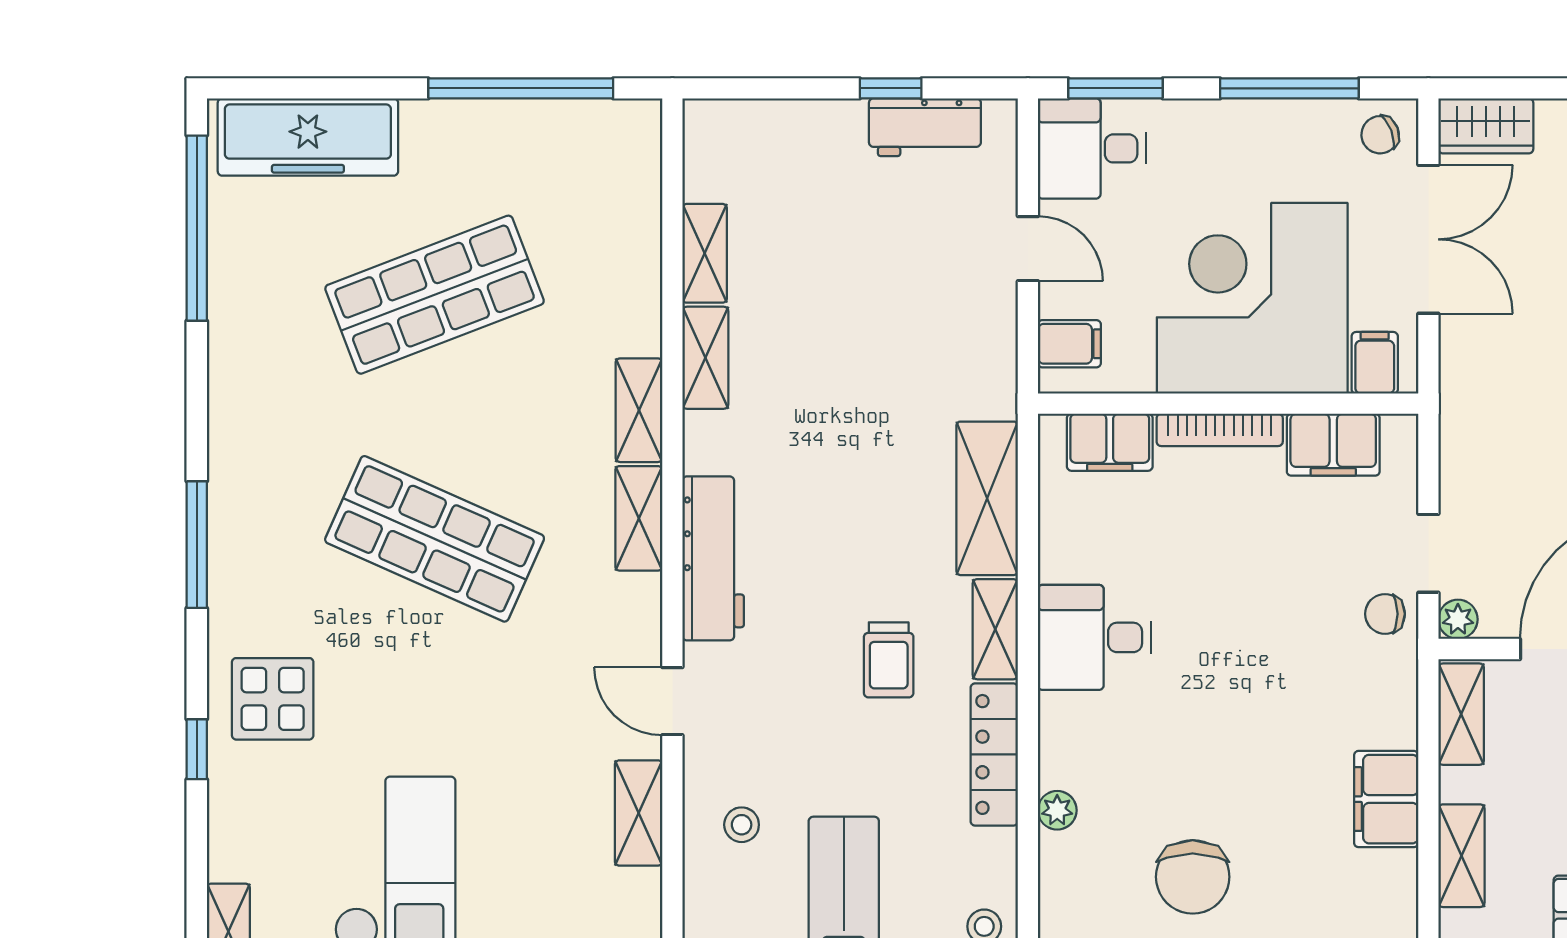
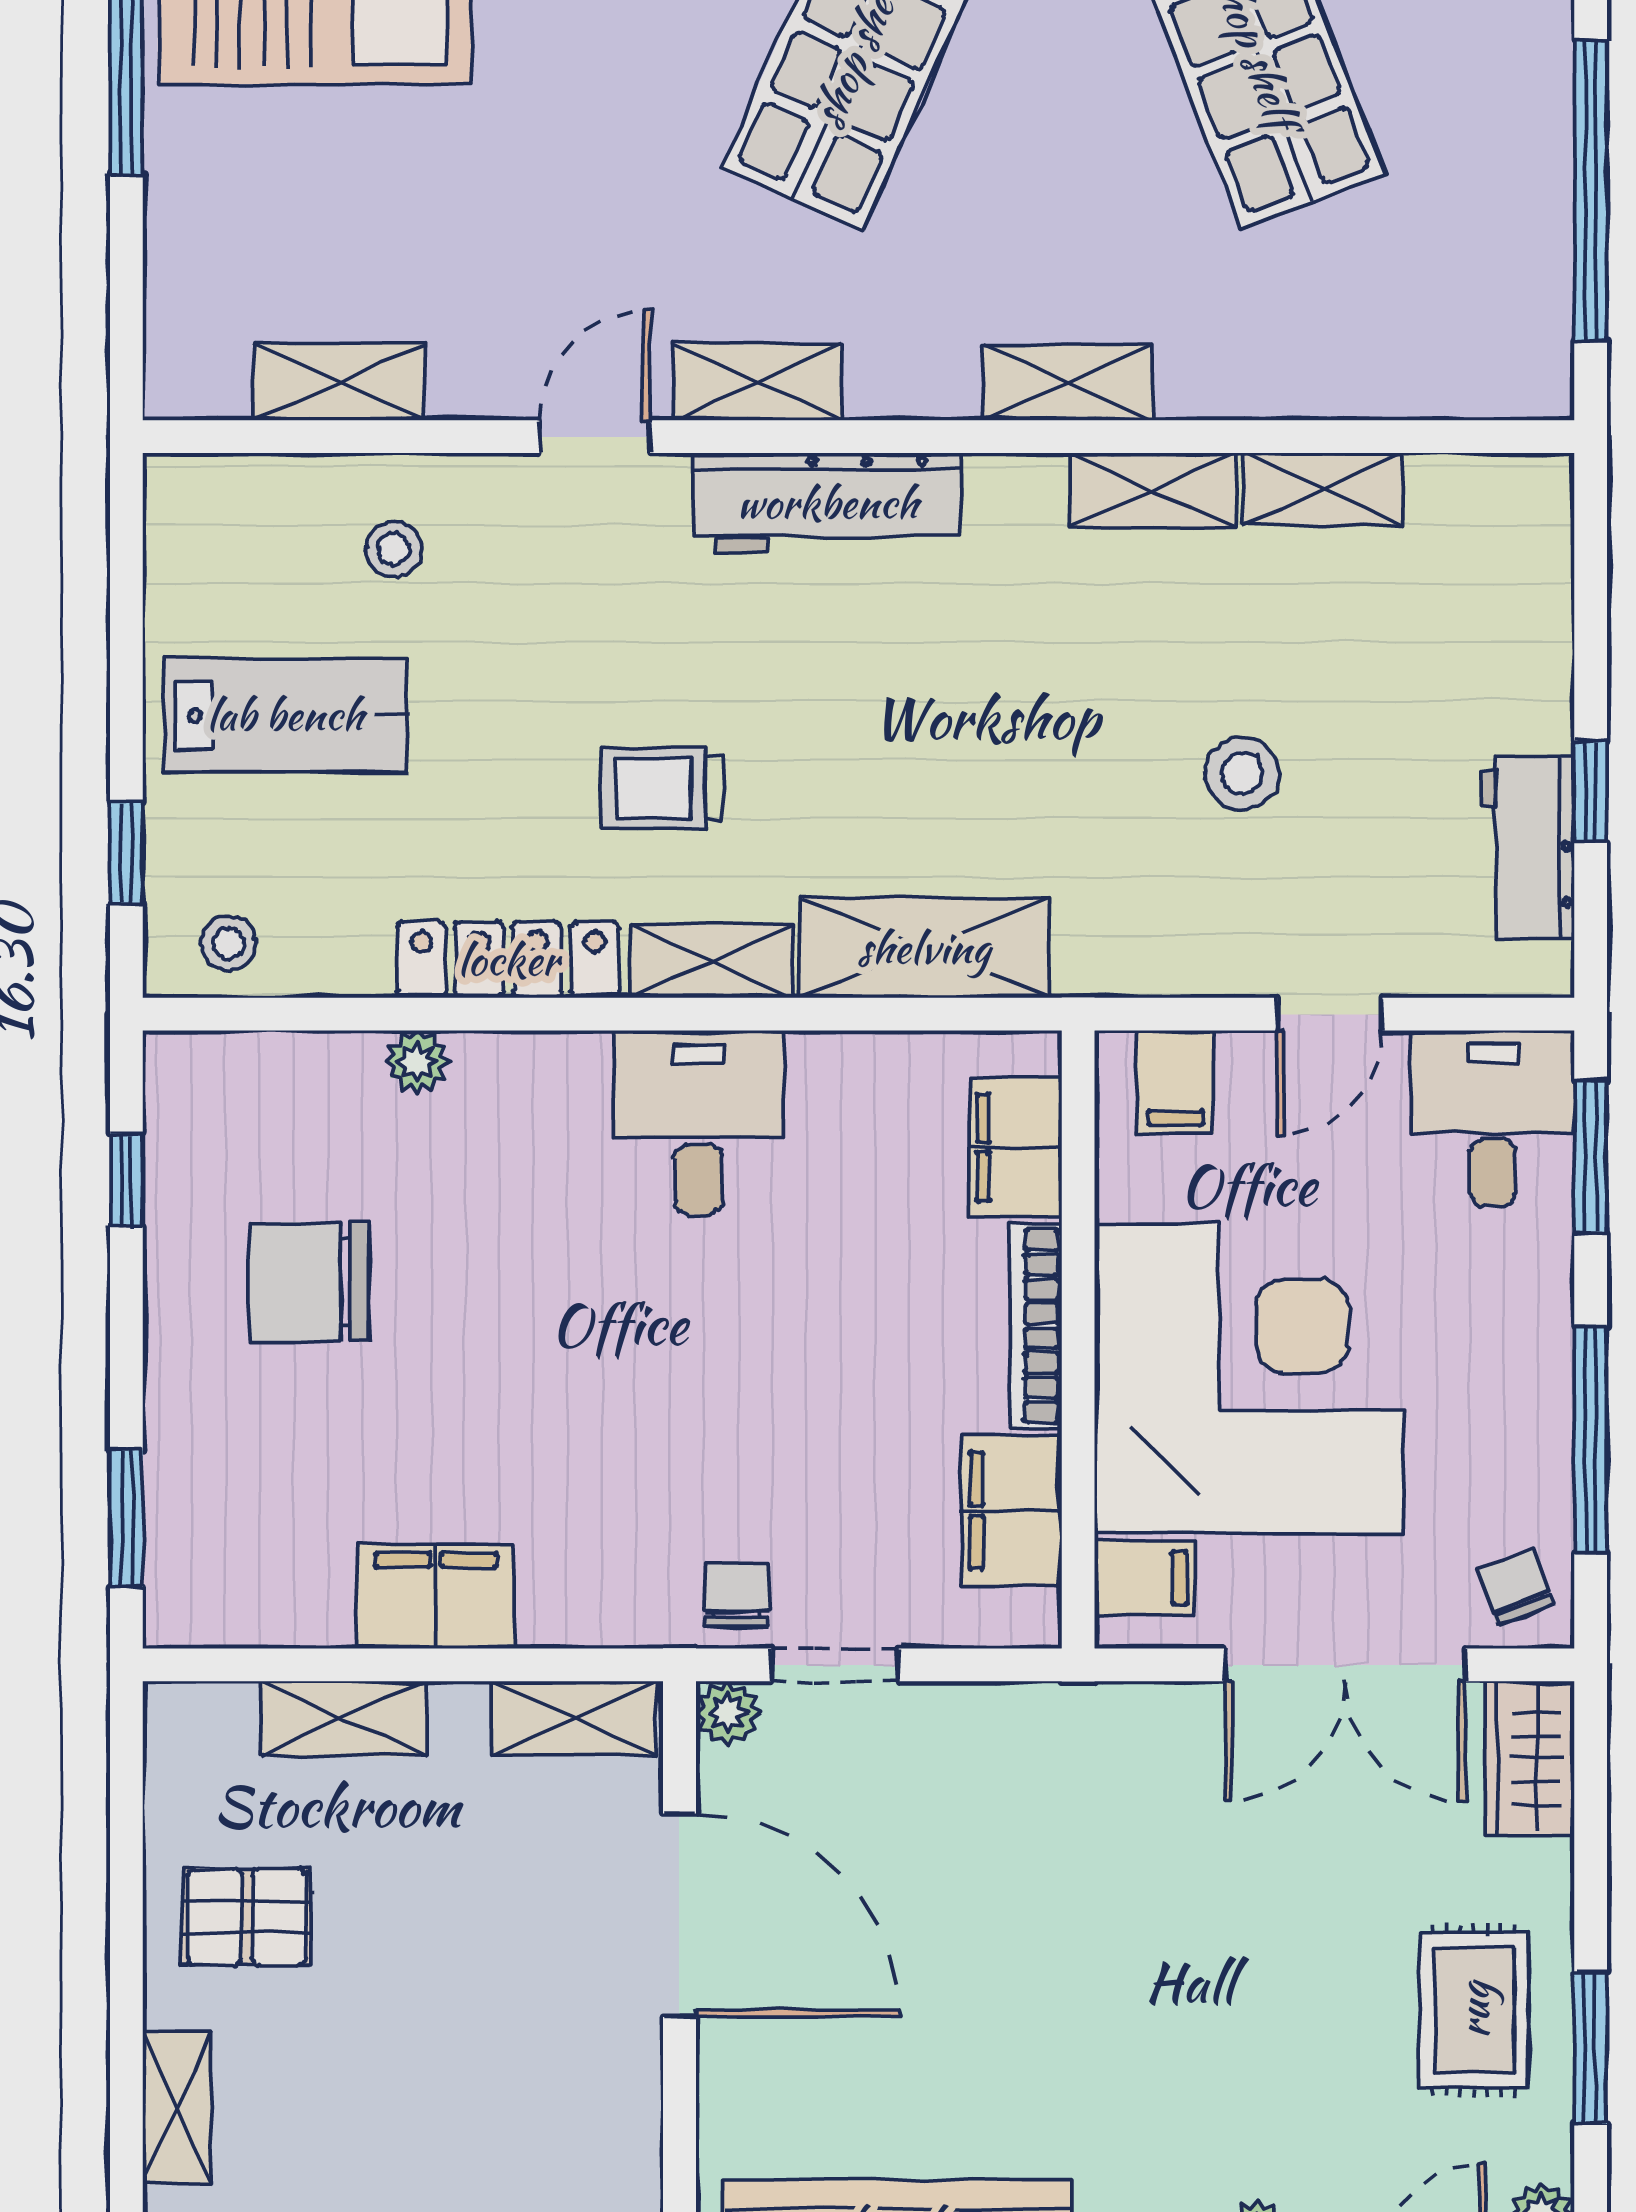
stool: (880, 303) -> (1242, 773), added
shelving: (639, 518) -> (758, 382), moved
shelving: (639, 813) -> (338, 382), moved

